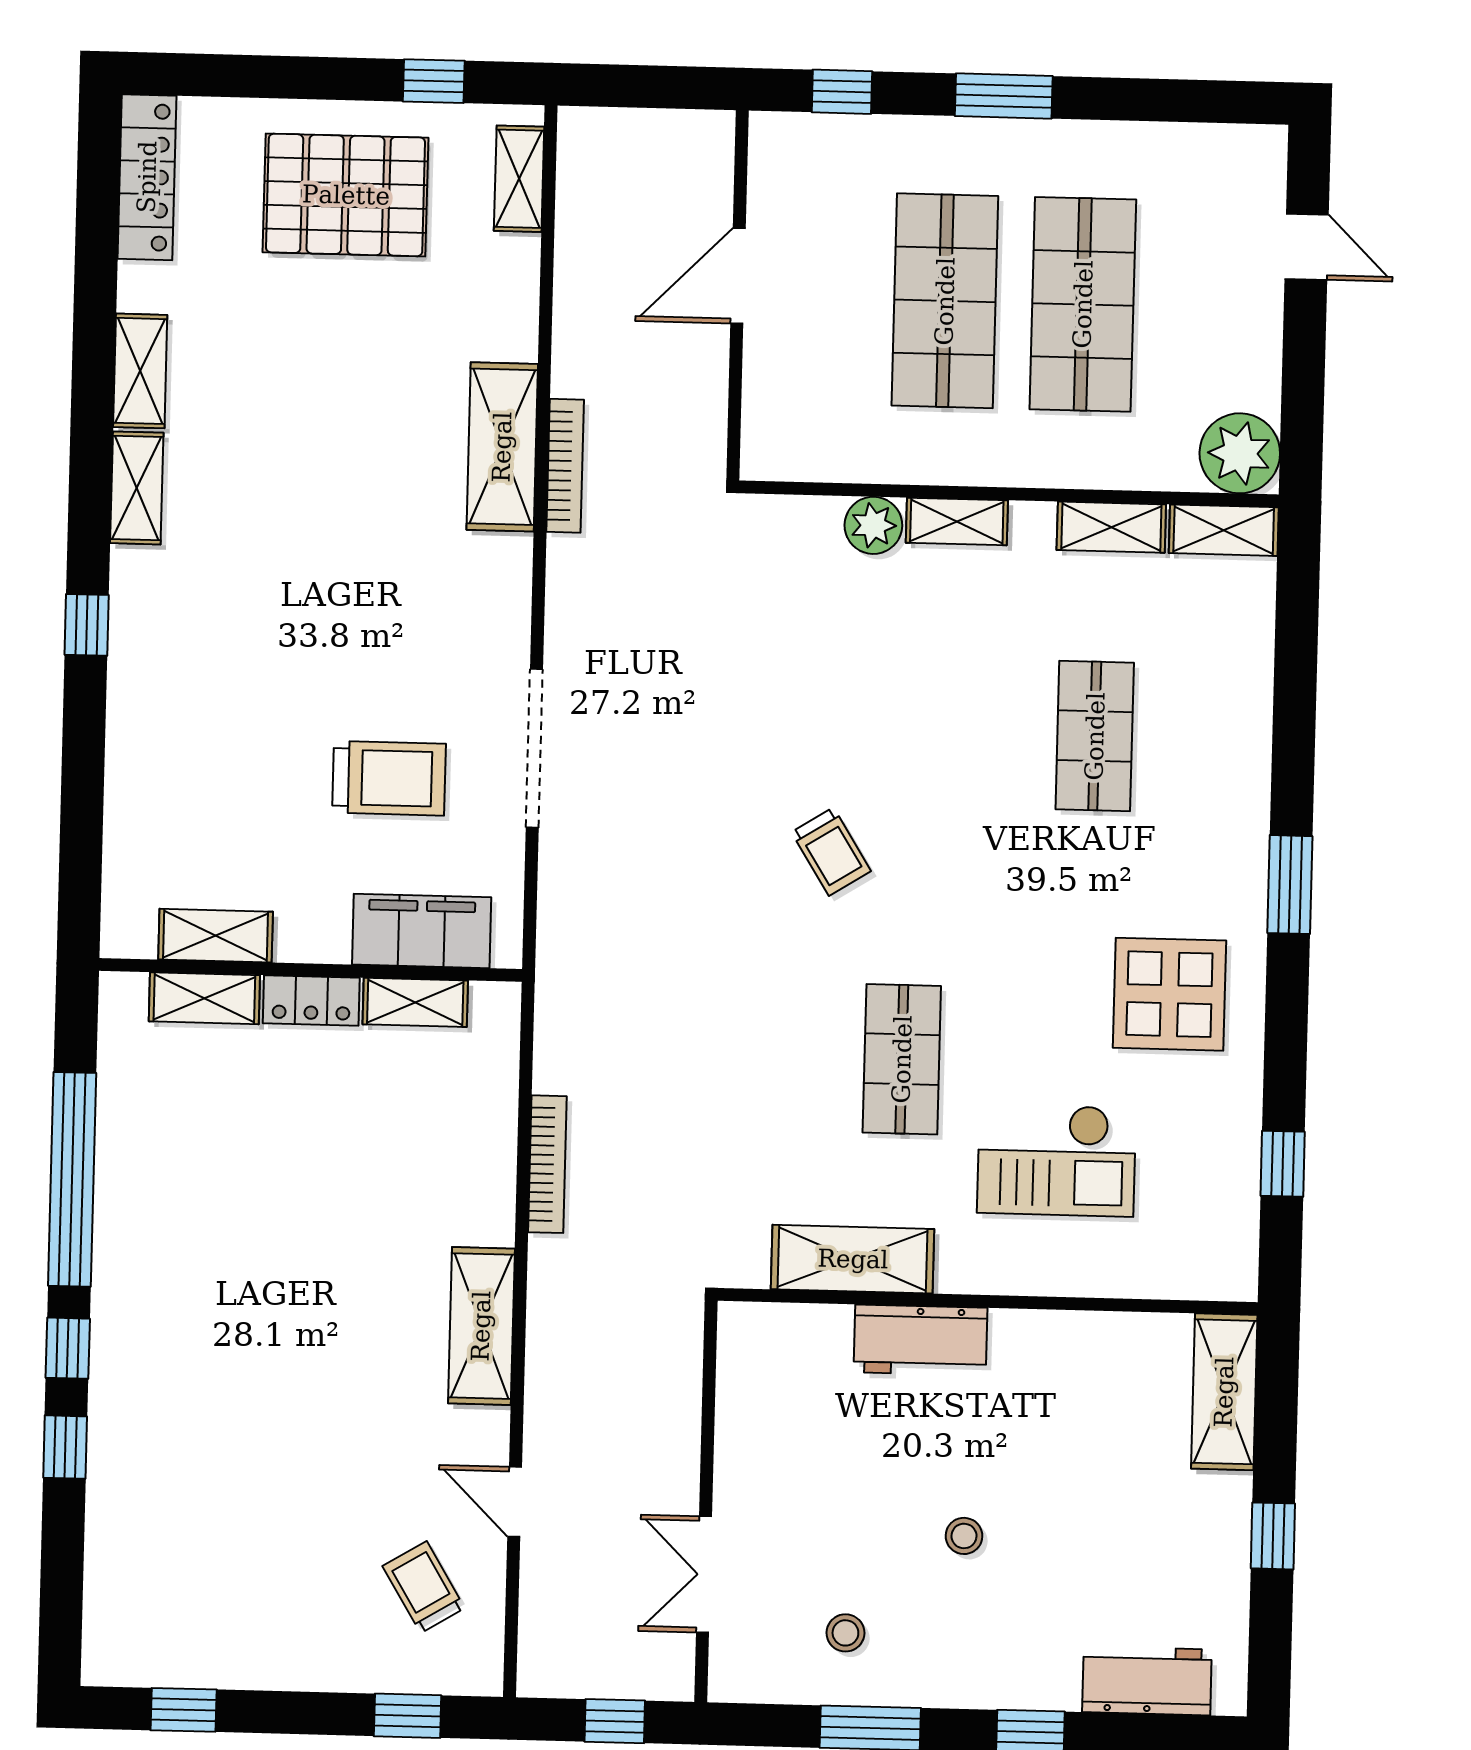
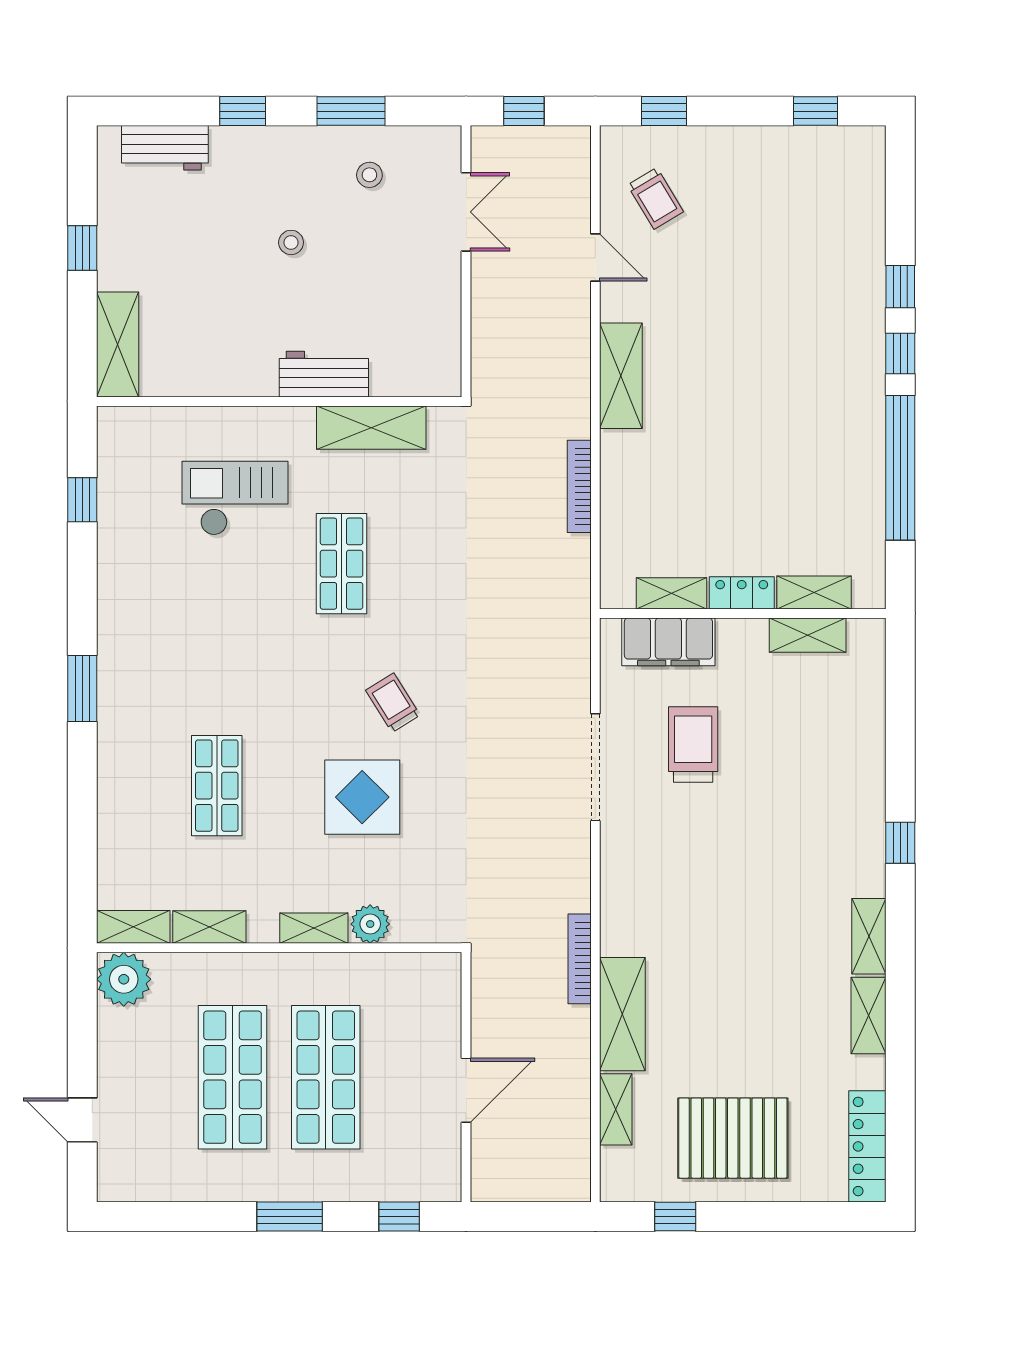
shelving: (519, 179) -> (616, 1109), moved
shelving: (502, 447) -> (622, 1014), moved
trolley: (389, 778) -> (693, 745), turned 90
display table: (1169, 994) -> (362, 797), moved

